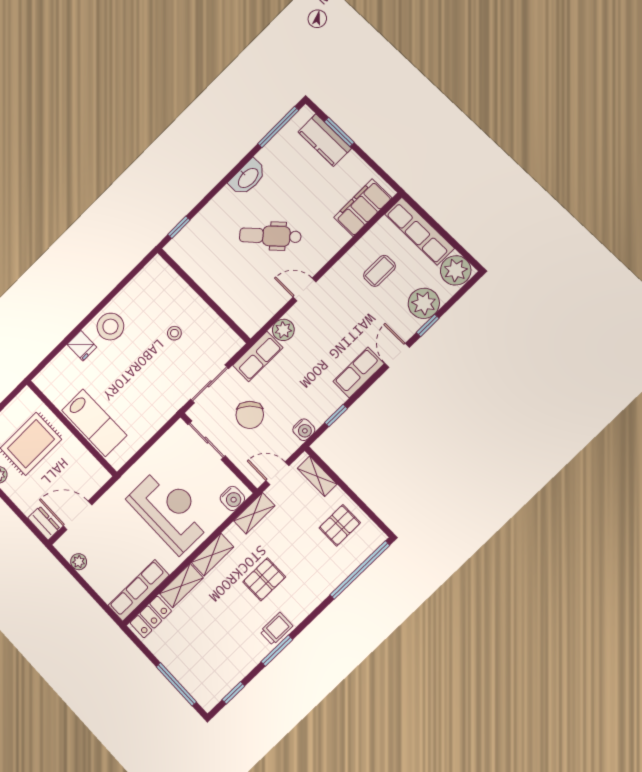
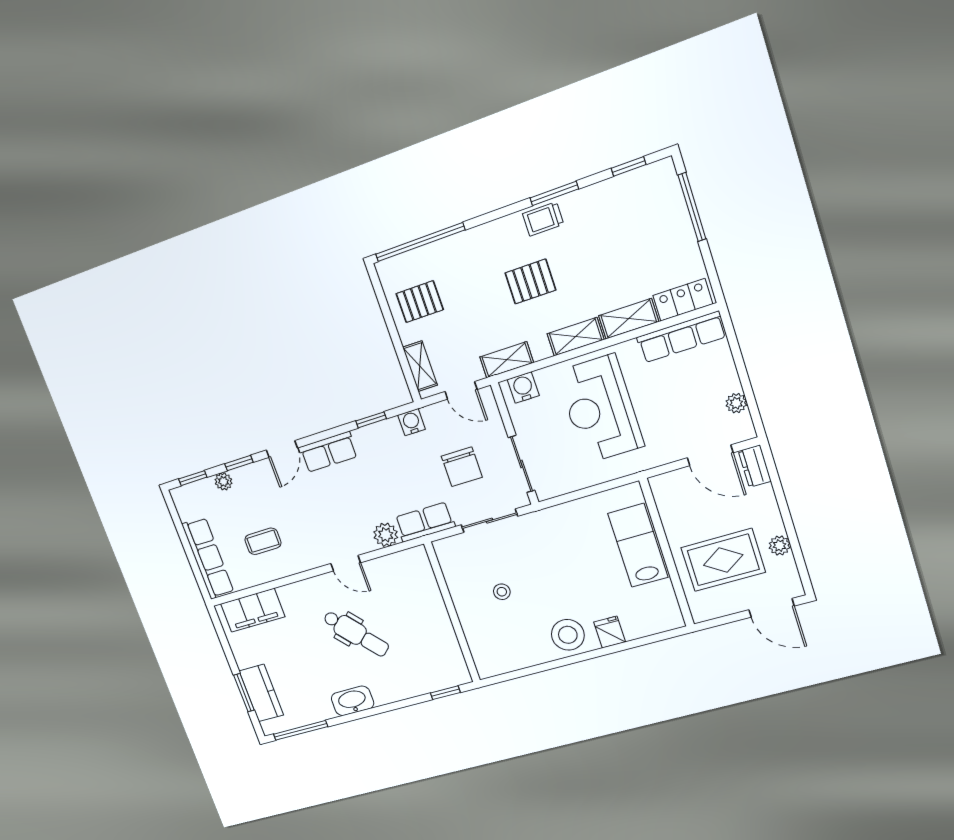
plant: (456, 270) -> (189, 502), removed
window: (461, 292) -> (193, 478), added
plant: (424, 303) -> (223, 481), width x0.53, depth x0.53
chair: (250, 415) -> (462, 467), turned 136

